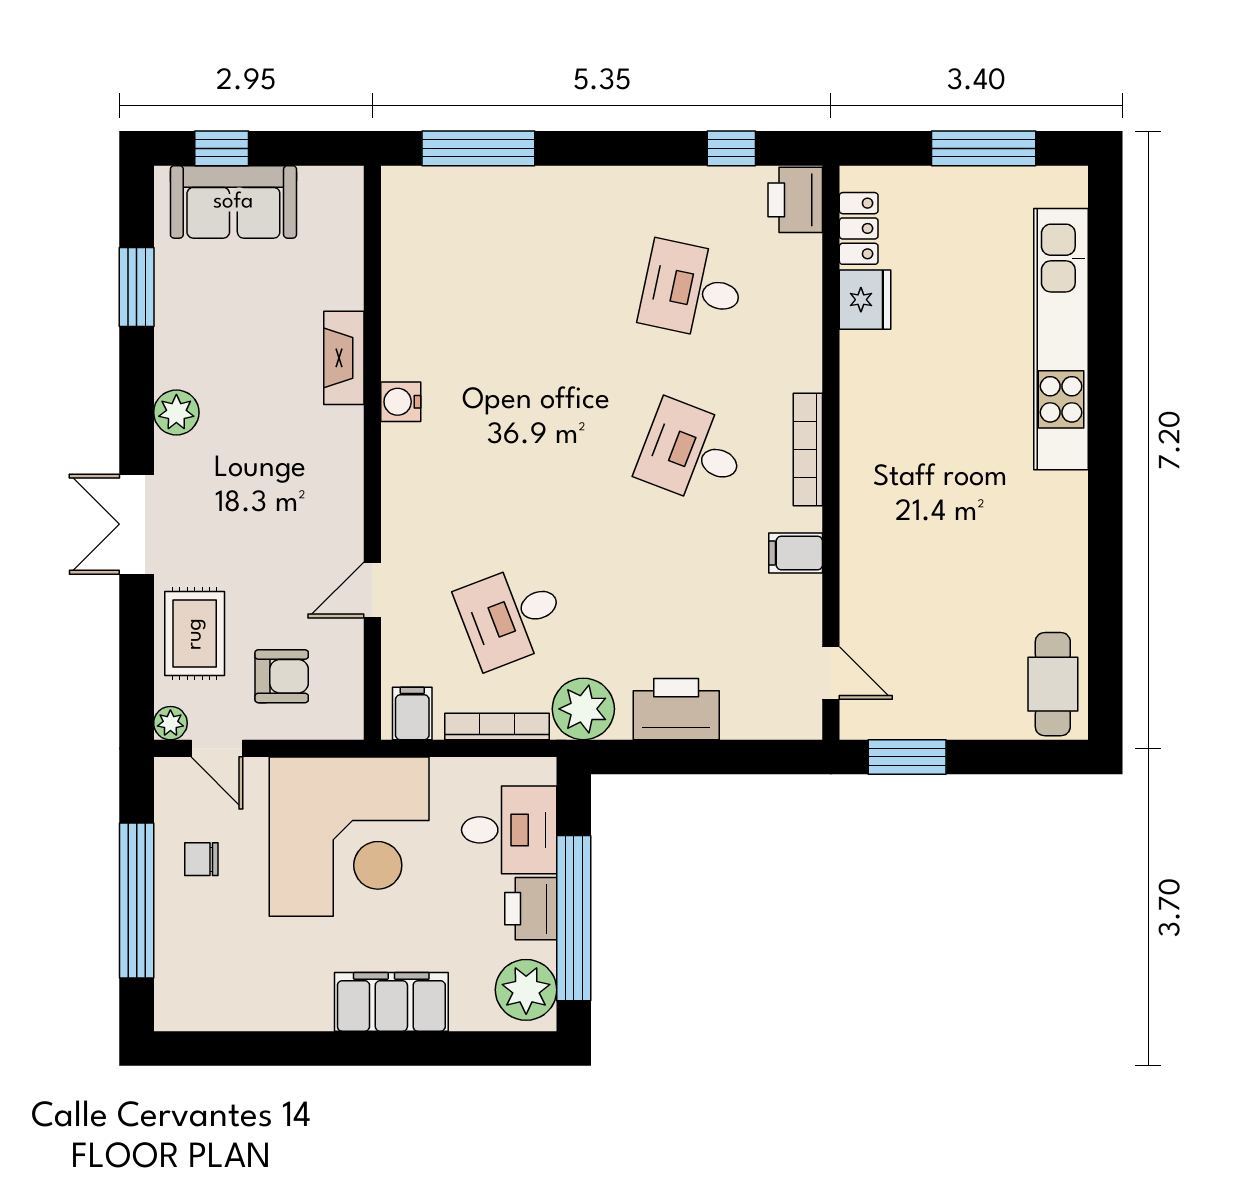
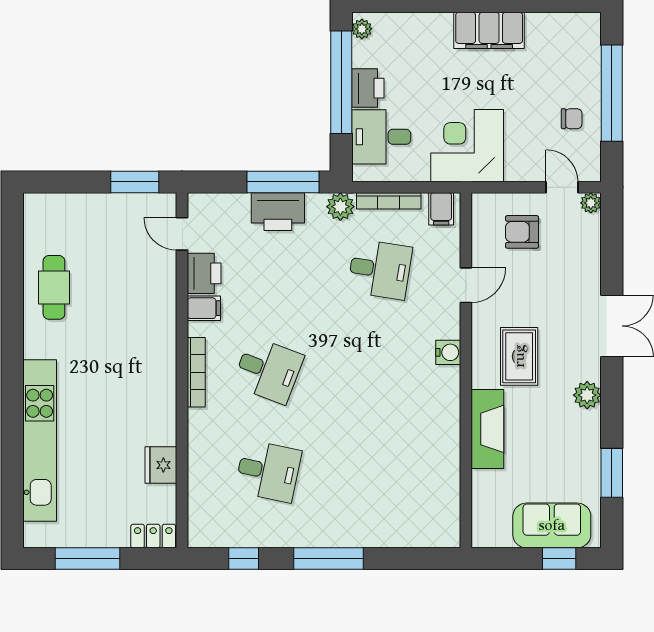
window: (478, 148) -> (329, 559), moved
printer: (795, 200) -> (204, 273), moved
locker: (859, 228) -> (153, 536), moved, turned 90
fireplace: (344, 358) -> (487, 429), width x1.37, depth x1.32
water cooler: (401, 402) -> (448, 352), moved
desk: (511, 616) -> (380, 269), turned 30
rug: (195, 634) -> (519, 356), moved
cafe table: (1053, 684) -> (54, 287), moved
plant: (583, 709) -> (340, 207), width x0.73, depth x0.73
window: (668, 757) -> (283, 182), added
corner desk: (349, 837) -> (467, 146), width x0.74, depth x0.74
plant: (526, 990) -> (362, 29), width x0.53, depth x0.53
filing cabinet: (391, 1002) -> (489, 30), moved

